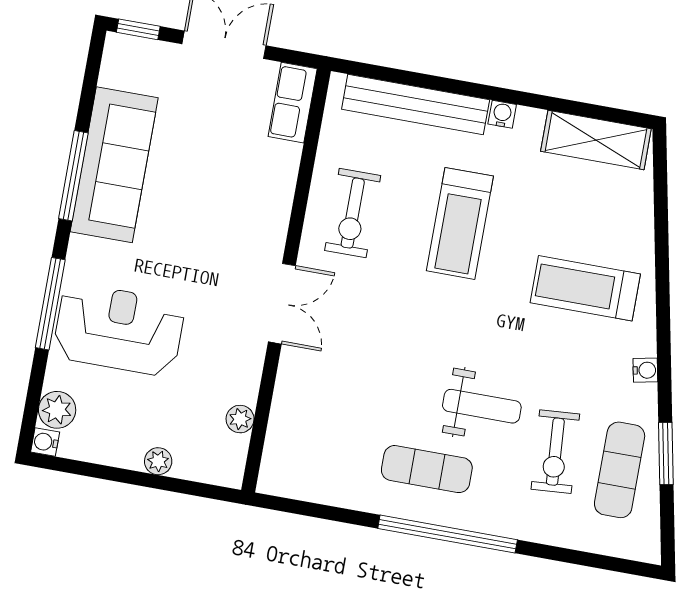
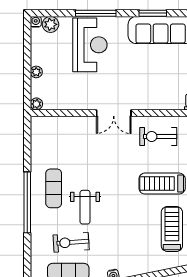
window: (73, 176) -> (153, 13), width x0.69
treadmill: (585, 288) -> (172, 229), moved
plant: (240, 419) -> (36, 104), moved

